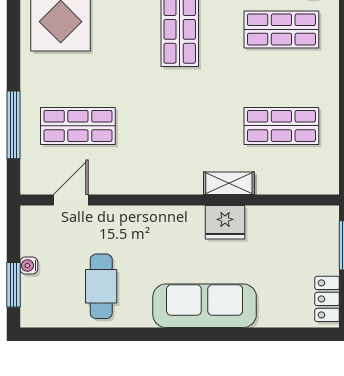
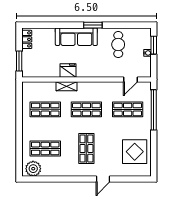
window: (13, 125) -> (154, 110), width x1.46
shop shelf: (180, 126) -> (86, 109), added
window: (164, 334) -> (93, 25), added

